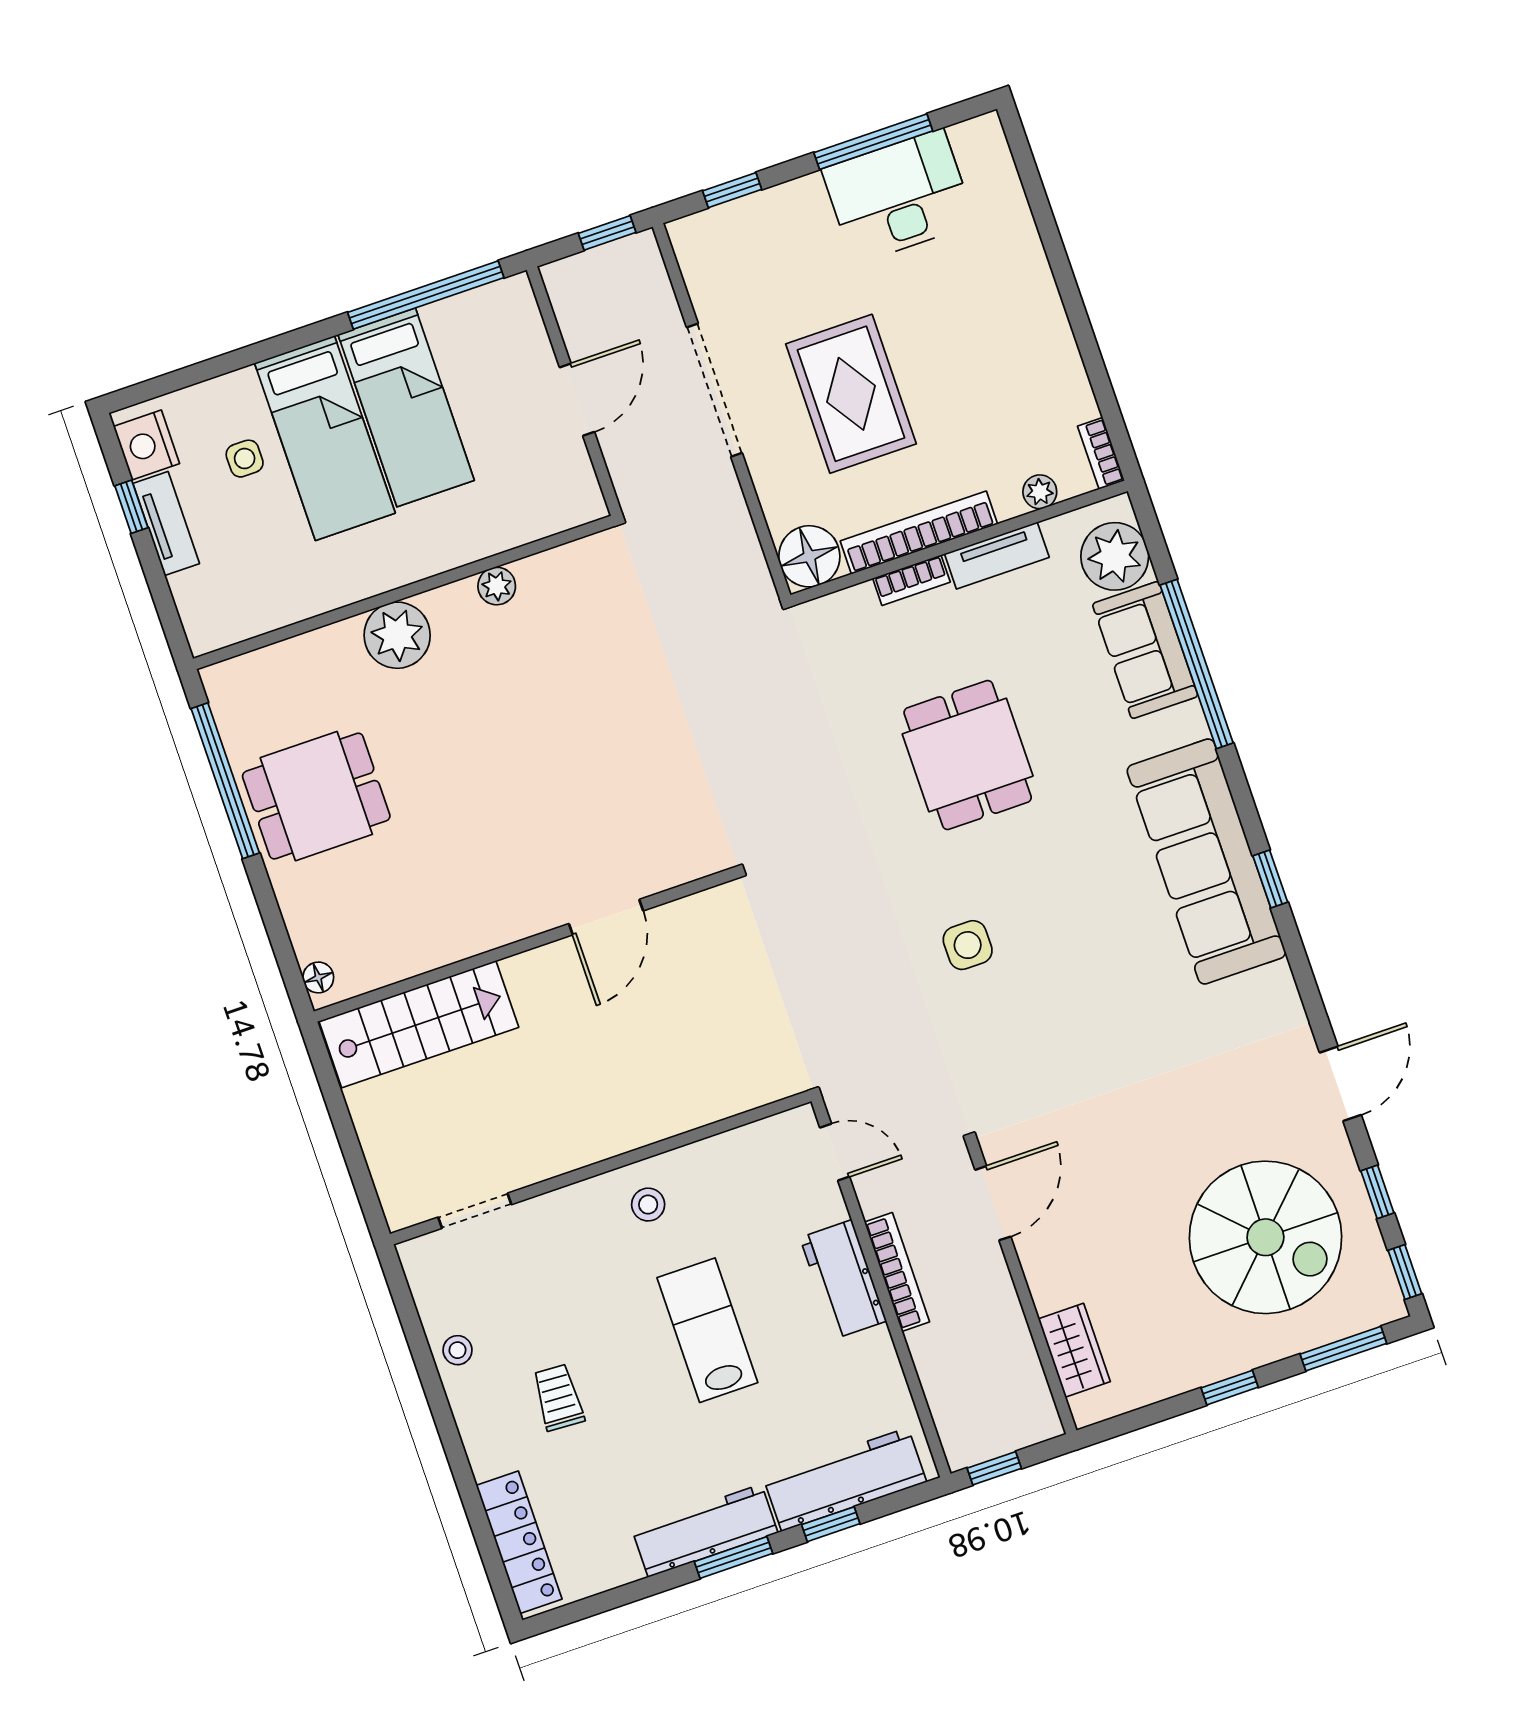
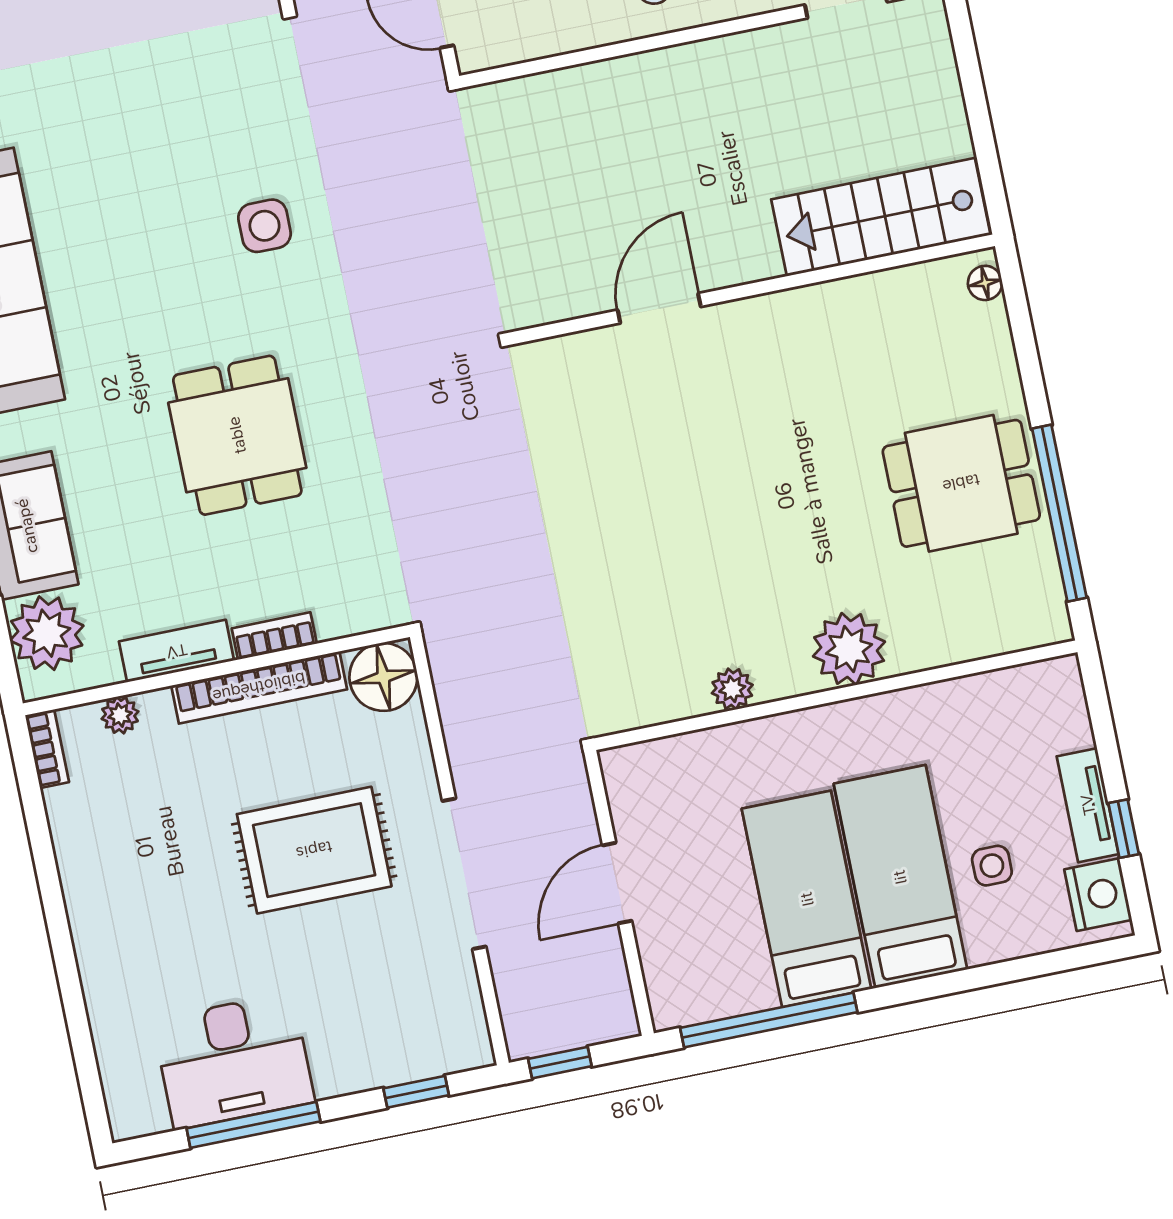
rug: (851, 394) -> (314, 850), turned 90

